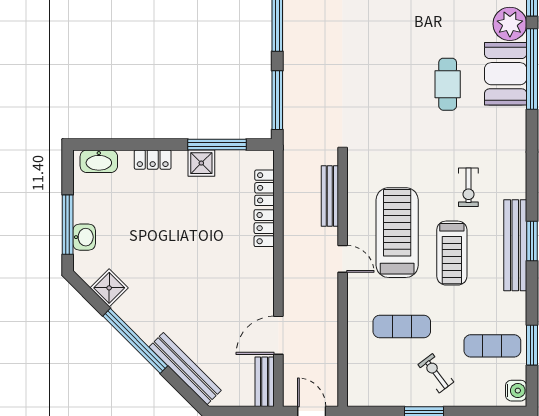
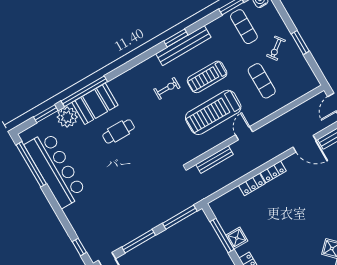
locker: (265, 188) -> (273, 172), moved
treadmill: (452, 253) -> (207, 77), turned 180

